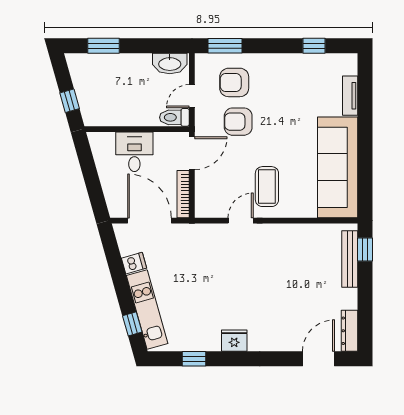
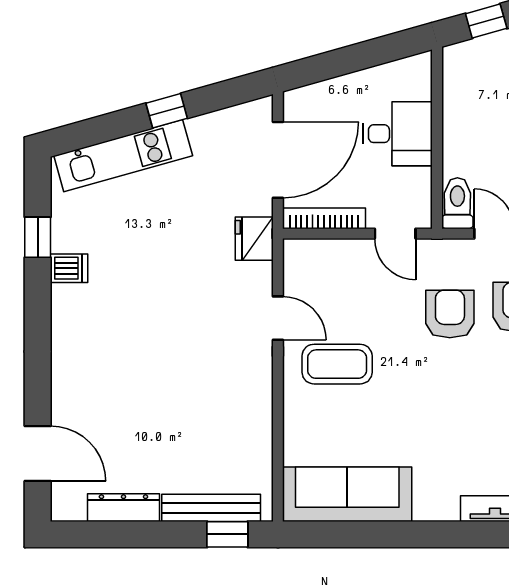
door: (192, 153) -> (395, 234), width x0.73
sofa: (338, 167) -> (347, 494), width x0.74, depth x0.79
dishwasher: (134, 263) -> (69, 268), moved, turned -74
window: (132, 324) -> (167, 111), moved
dresser: (350, 331) -> (123, 508), moved
fridge: (234, 341) -> (254, 239), moved, turned 180

